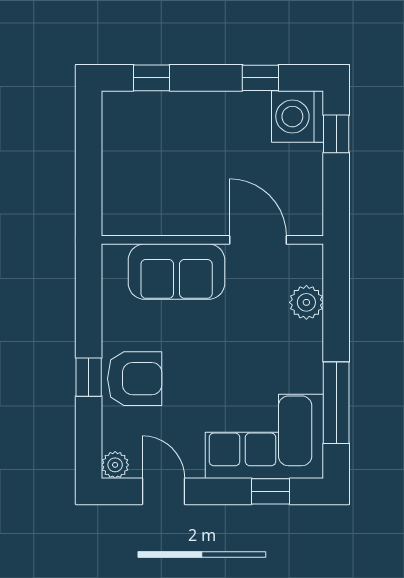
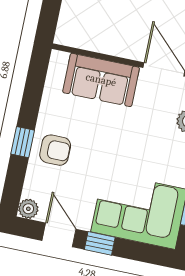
armchair: (135, 379) -> (55, 150), width x0.72, depth x0.72
window: (271, 491) -> (100, 243), moved

